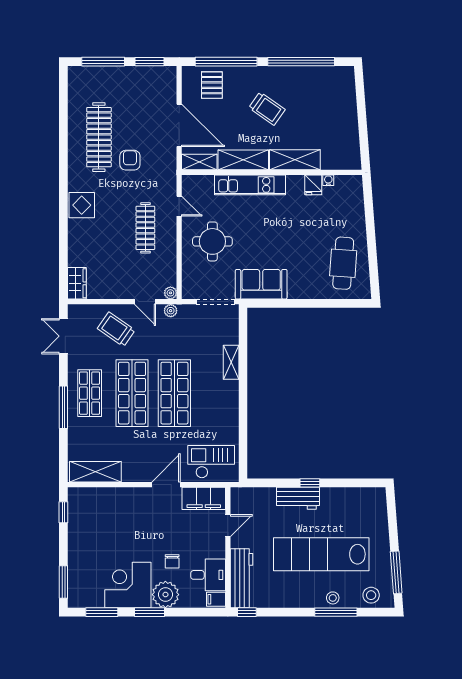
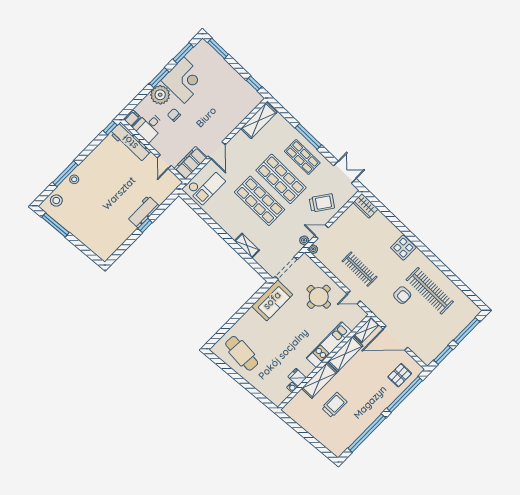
pallet: (212, 85) -> (400, 375), turned 90
trolley: (267, 109) -> (334, 405), moved, turned 145
lab bench: (321, 554) -> (103, 195), removed

